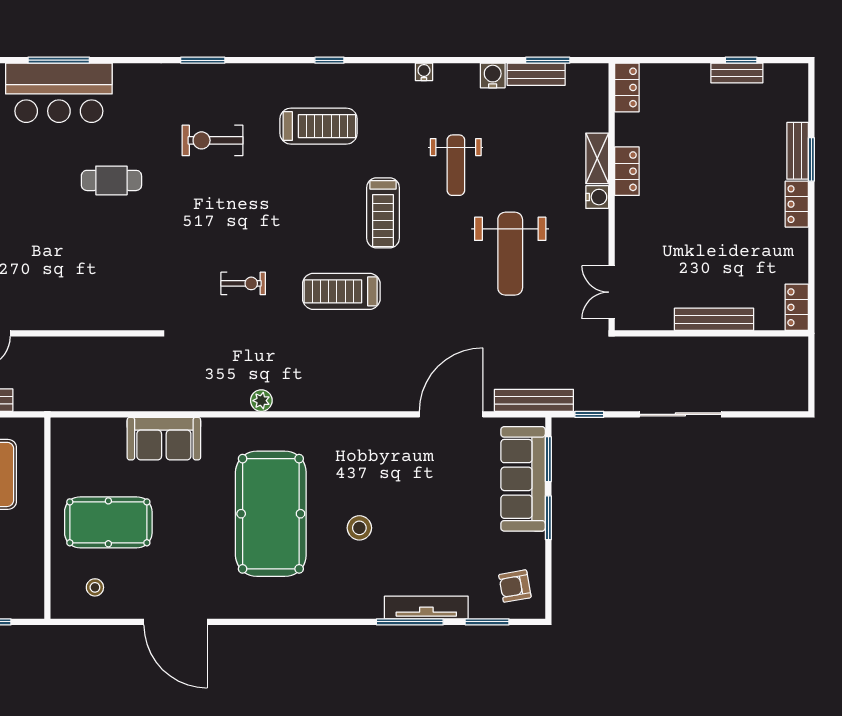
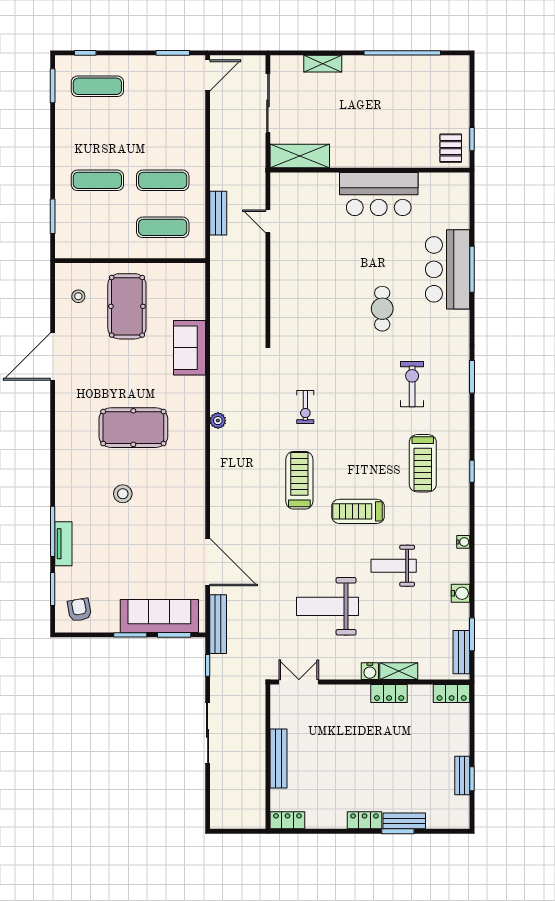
bench: (536, 74) -> (461, 652), moved
pool table: (271, 514) -> (133, 428), width x0.73, depth x0.76
tv unit: (426, 608) -> (63, 544), width x0.71

